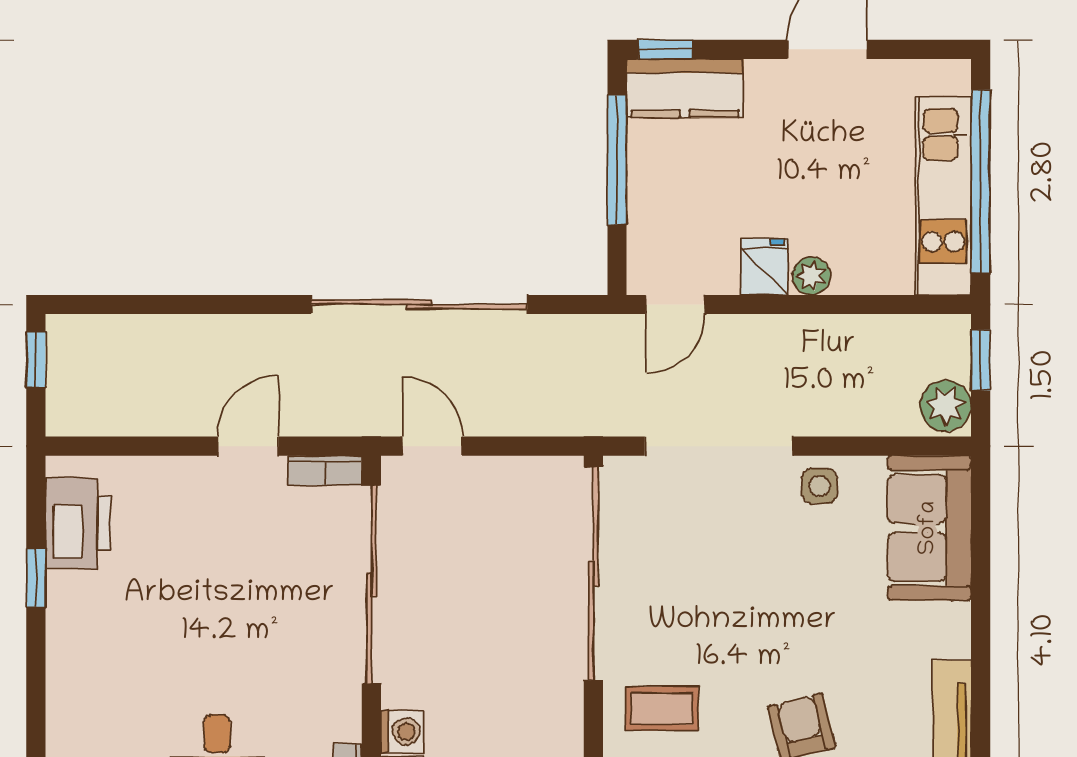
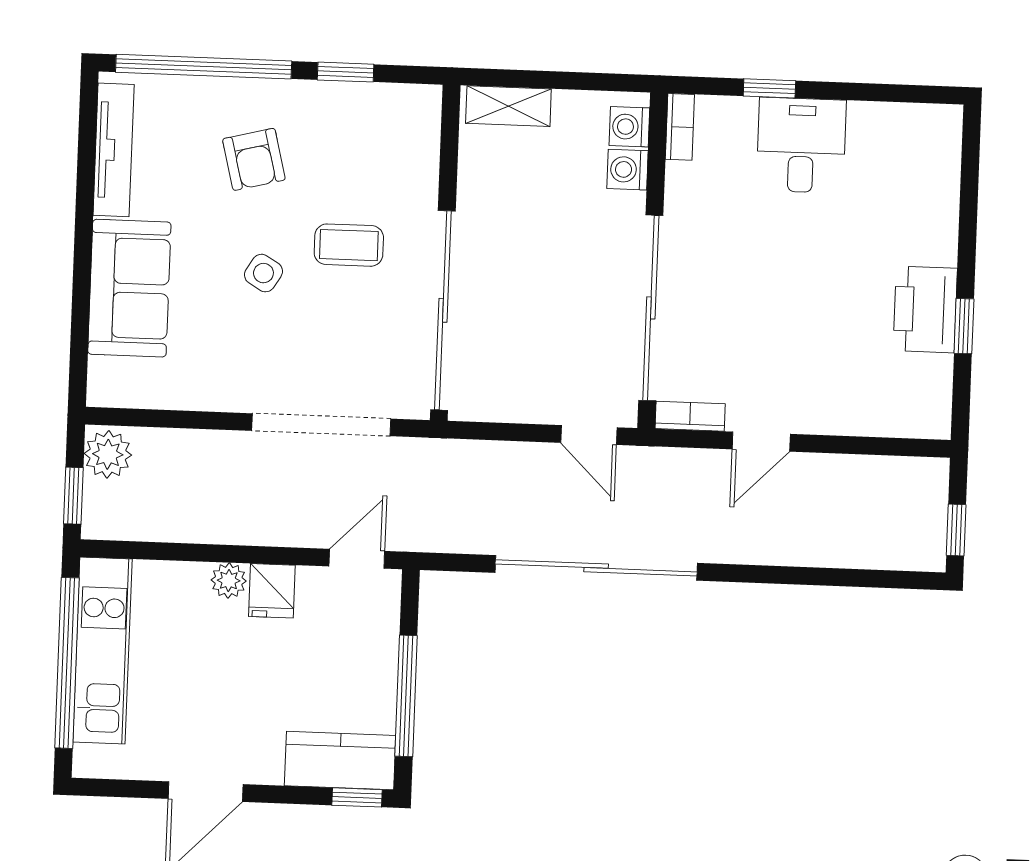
side table: (820, 486) -> (263, 273), moved, turned 31
printer: (78, 523) -> (925, 309), moved
sofa: (929, 528) -> (129, 288), moved
coffee table: (662, 709) -> (349, 245), moved

